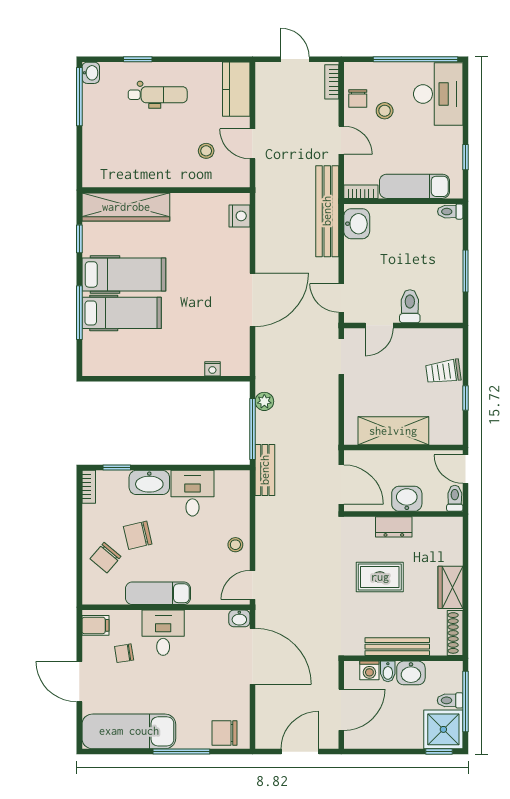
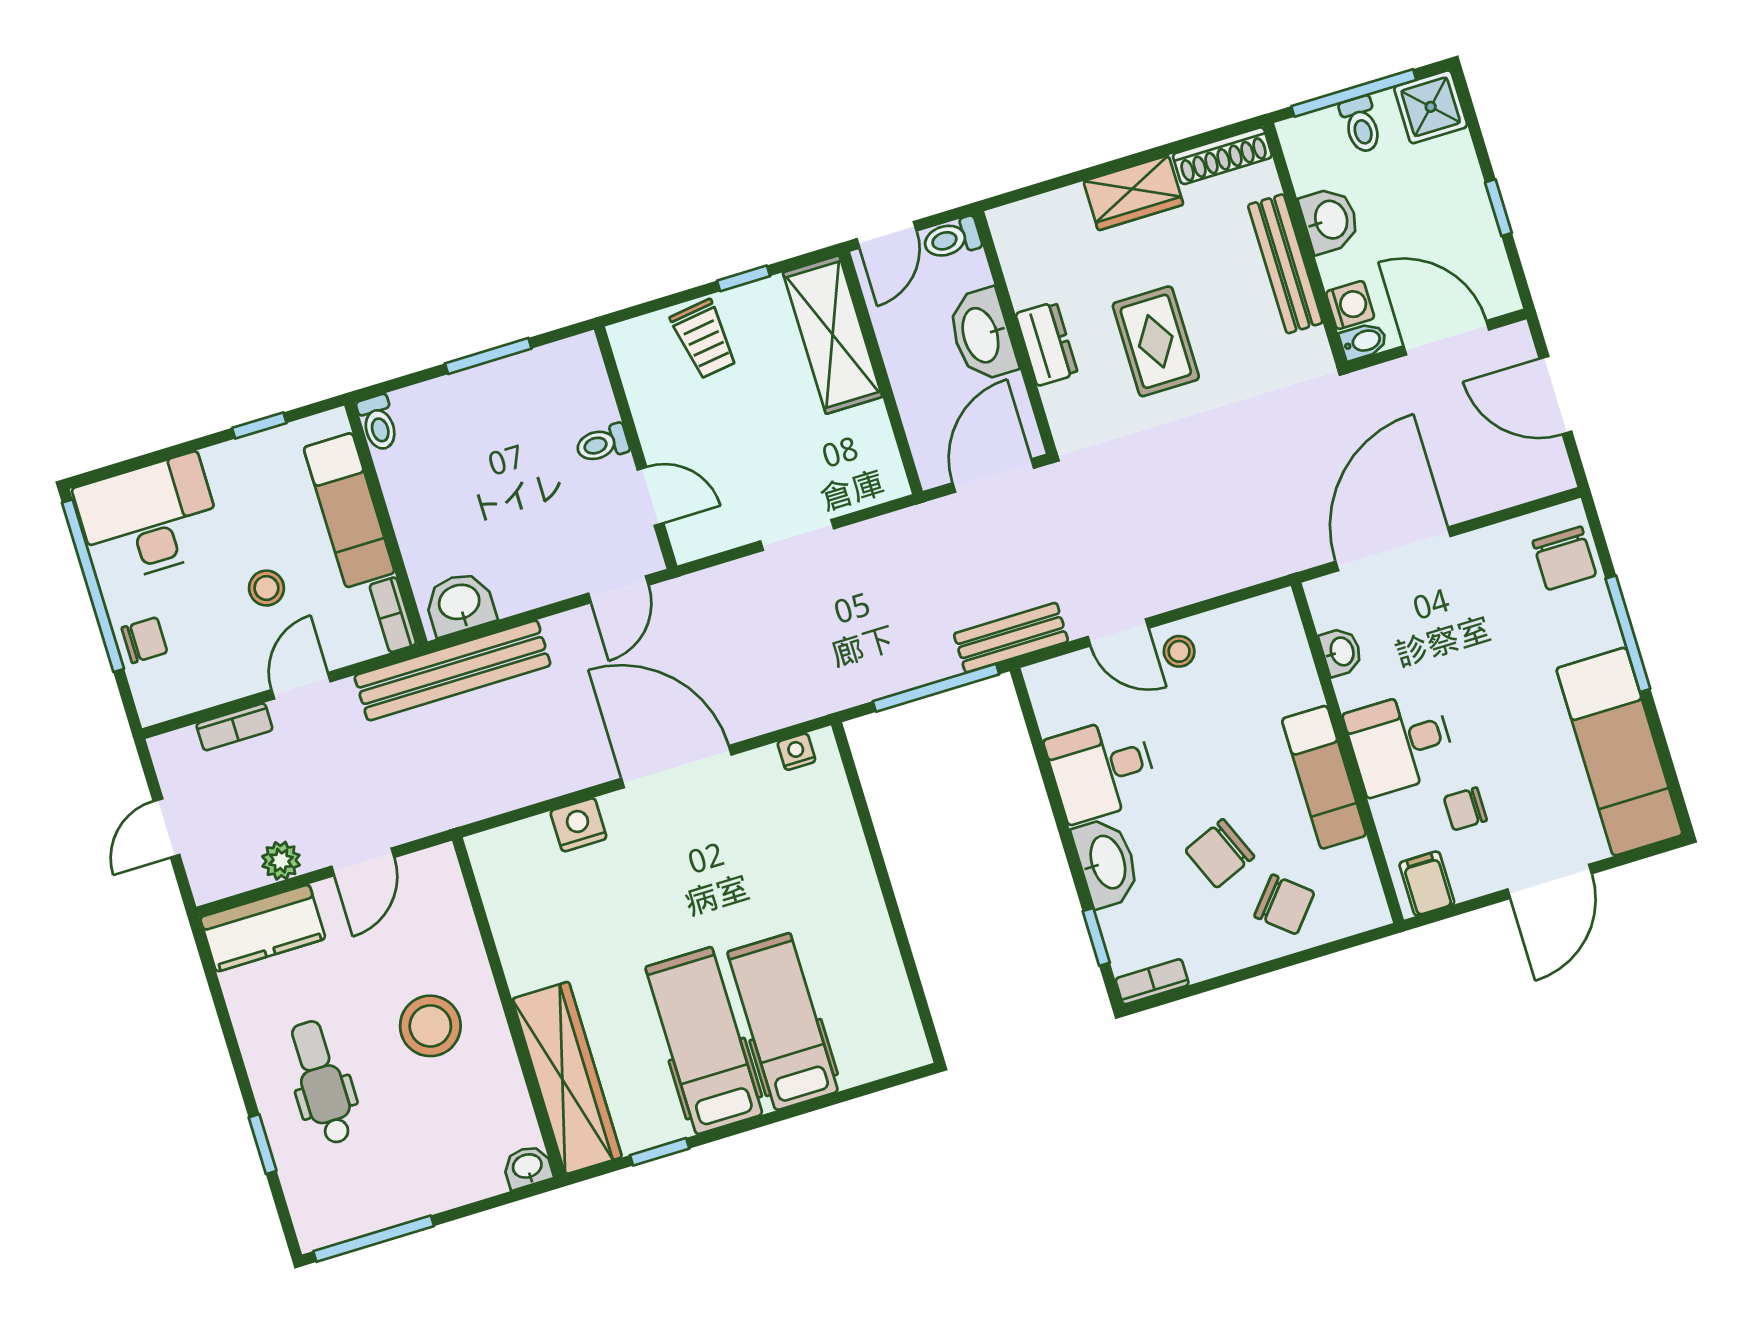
washbasin: (91, 73) -> (528, 1167), moved
bookcase: (332, 82) -> (234, 727), moved
chair: (358, 98) -> (145, 640), moved
stool: (385, 111) -> (266, 588), moved
stool: (206, 151) -> (430, 1026), moved, width x1.89, depth x1.89
nightstand: (240, 216) -> (578, 825), moved
toilet: (410, 306) -> (602, 444), width x0.73, depth x0.72
window: (79, 313) -> (808, 1107), removed
doorway: (341, 357) -> (797, 535), moved
nightstand: (212, 369) -> (796, 752), moved, turned -90
plant: (264, 401) -> (281, 861), moved
shelving: (393, 431) -> (833, 335), moved
washbasin: (407, 499) -> (982, 335), width x1.38
chair: (138, 535) -> (1220, 854), turned 80
door: (252, 585) -> (1118, 632), moved
washbasin: (239, 618) -> (1341, 652), moved
chair: (124, 653) -> (1465, 809), turned 99
bidet: (388, 671) -> (1363, 341), moved
shower: (443, 729) -> (1431, 107), width x0.73, depth x0.73
window: (439, 752) -> (1498, 208), moved

